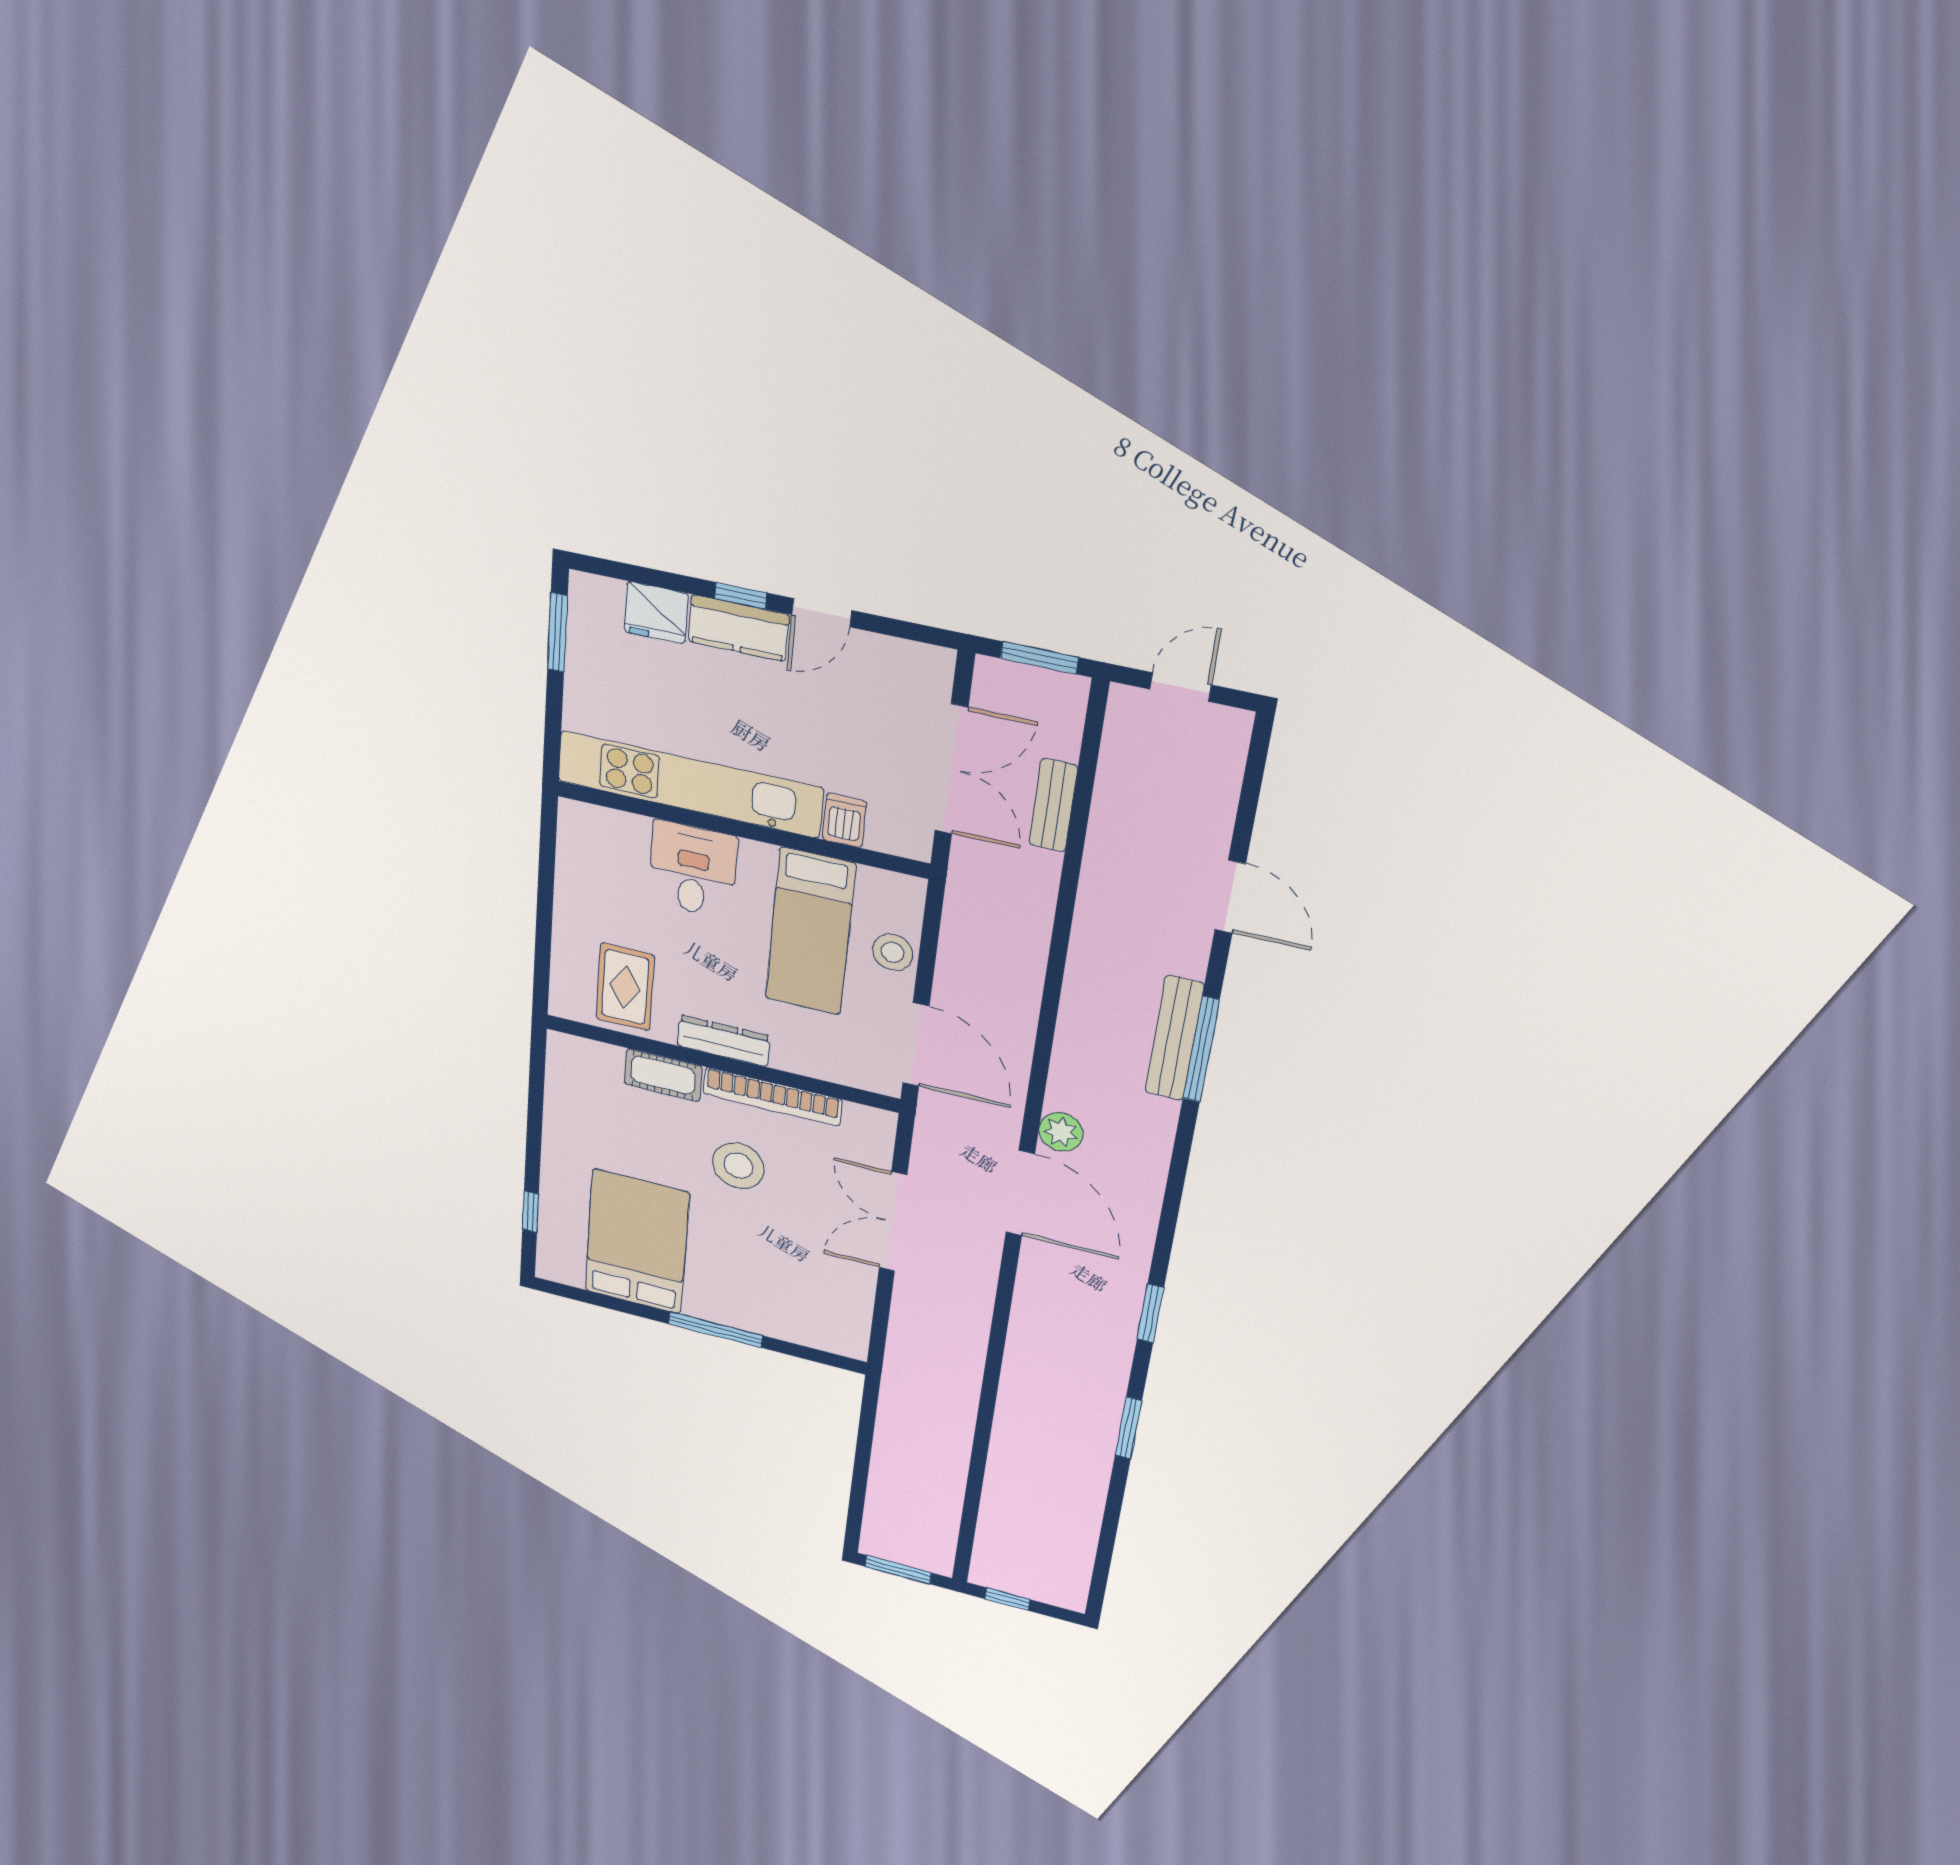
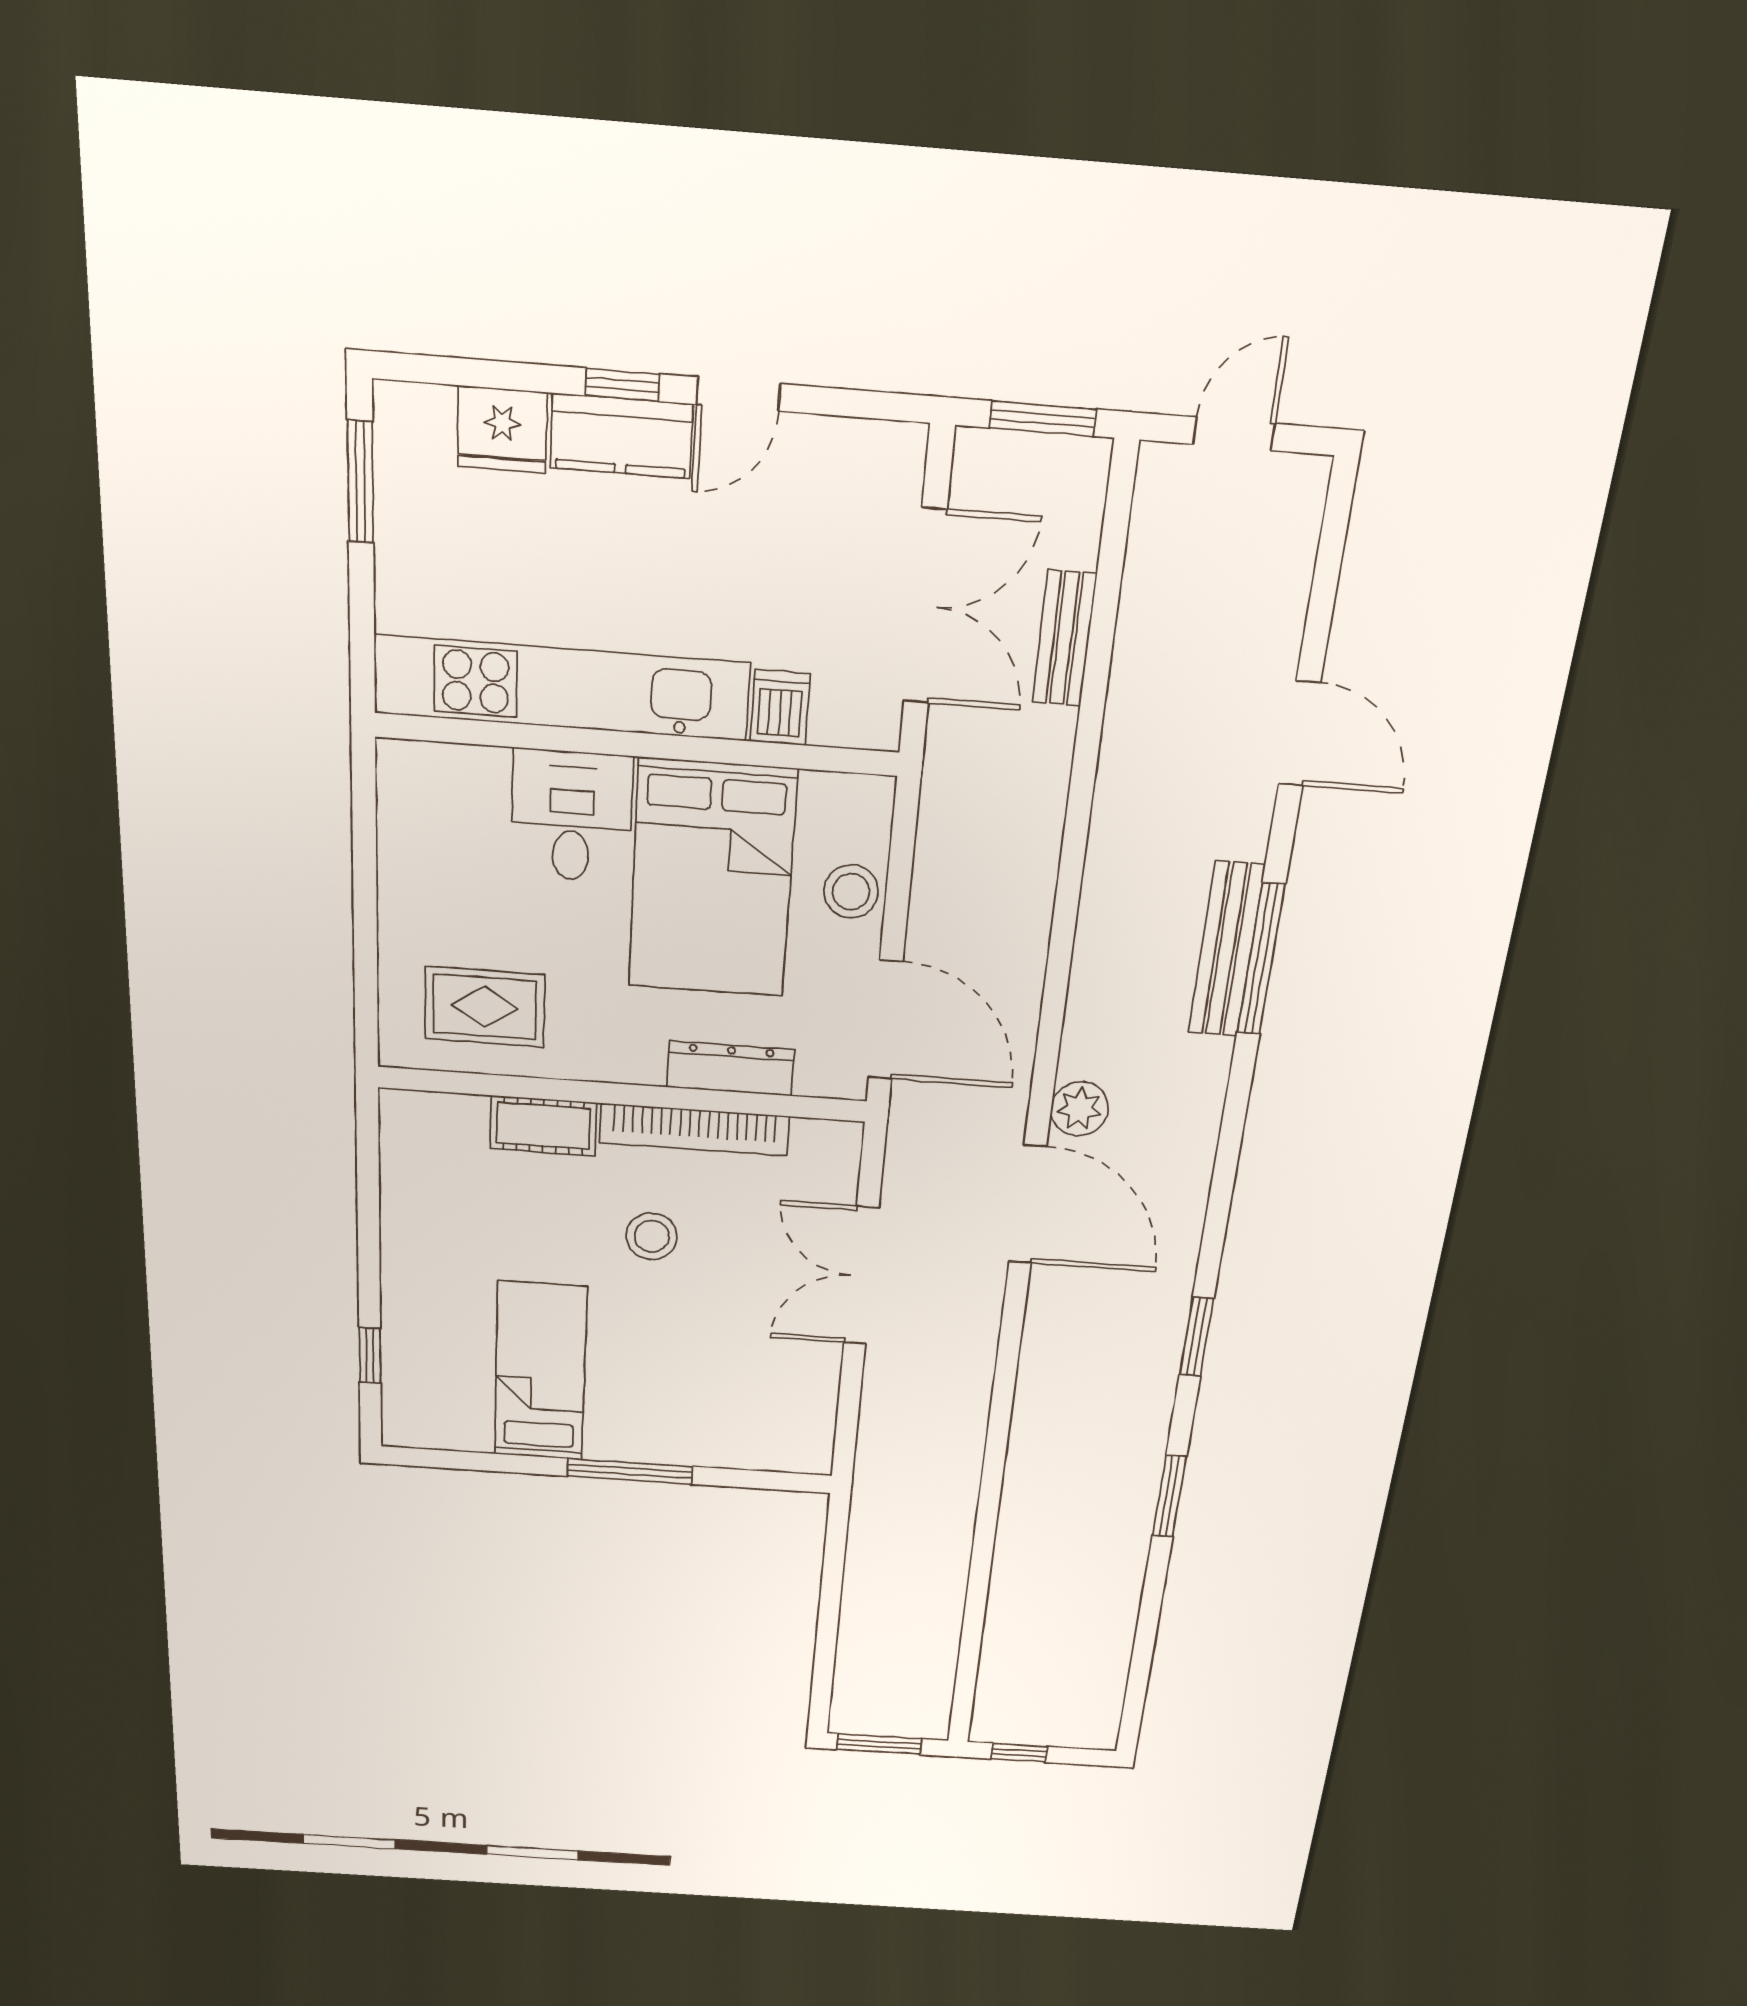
bed: (810, 932) -> (712, 879), width x1.50
rug: (625, 987) -> (485, 1007), turned 90
dresser: (724, 1041) -> (730, 1069), moved
stool: (738, 1166) -> (652, 1236), width x0.73, depth x0.73
bed: (637, 1242) -> (540, 1372), width x0.67

